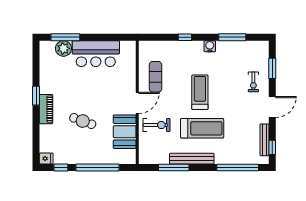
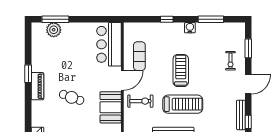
bar counter: (96, 54) -> (109, 44), moved, turned 90

